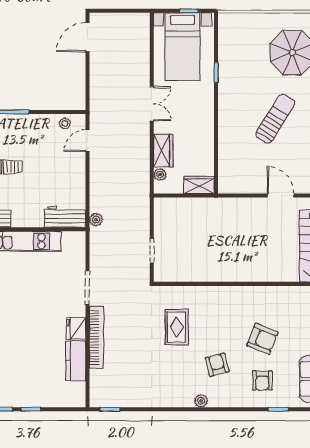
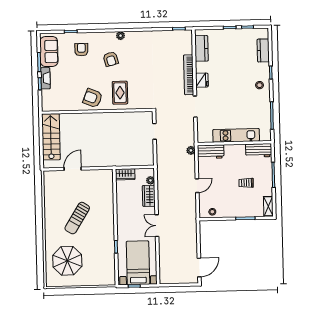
door: (87, 141) -> (197, 186), moved
door: (281, 196) -> (73, 169), swing flipped
rug: (177, 327) -> (120, 93), moved
armchair: (262, 339) -> (93, 98), moved
kitchen counter: (76, 361) -> (201, 48), moved

